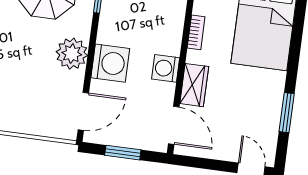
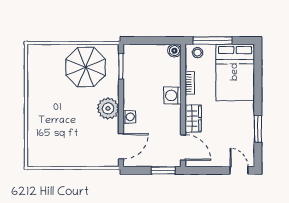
washing machine: (110, 63) -> (129, 117), width x0.53, depth x0.53
washing machine: (166, 68) -> (172, 95), moved
window: (123, 153) -> (163, 170), moved

